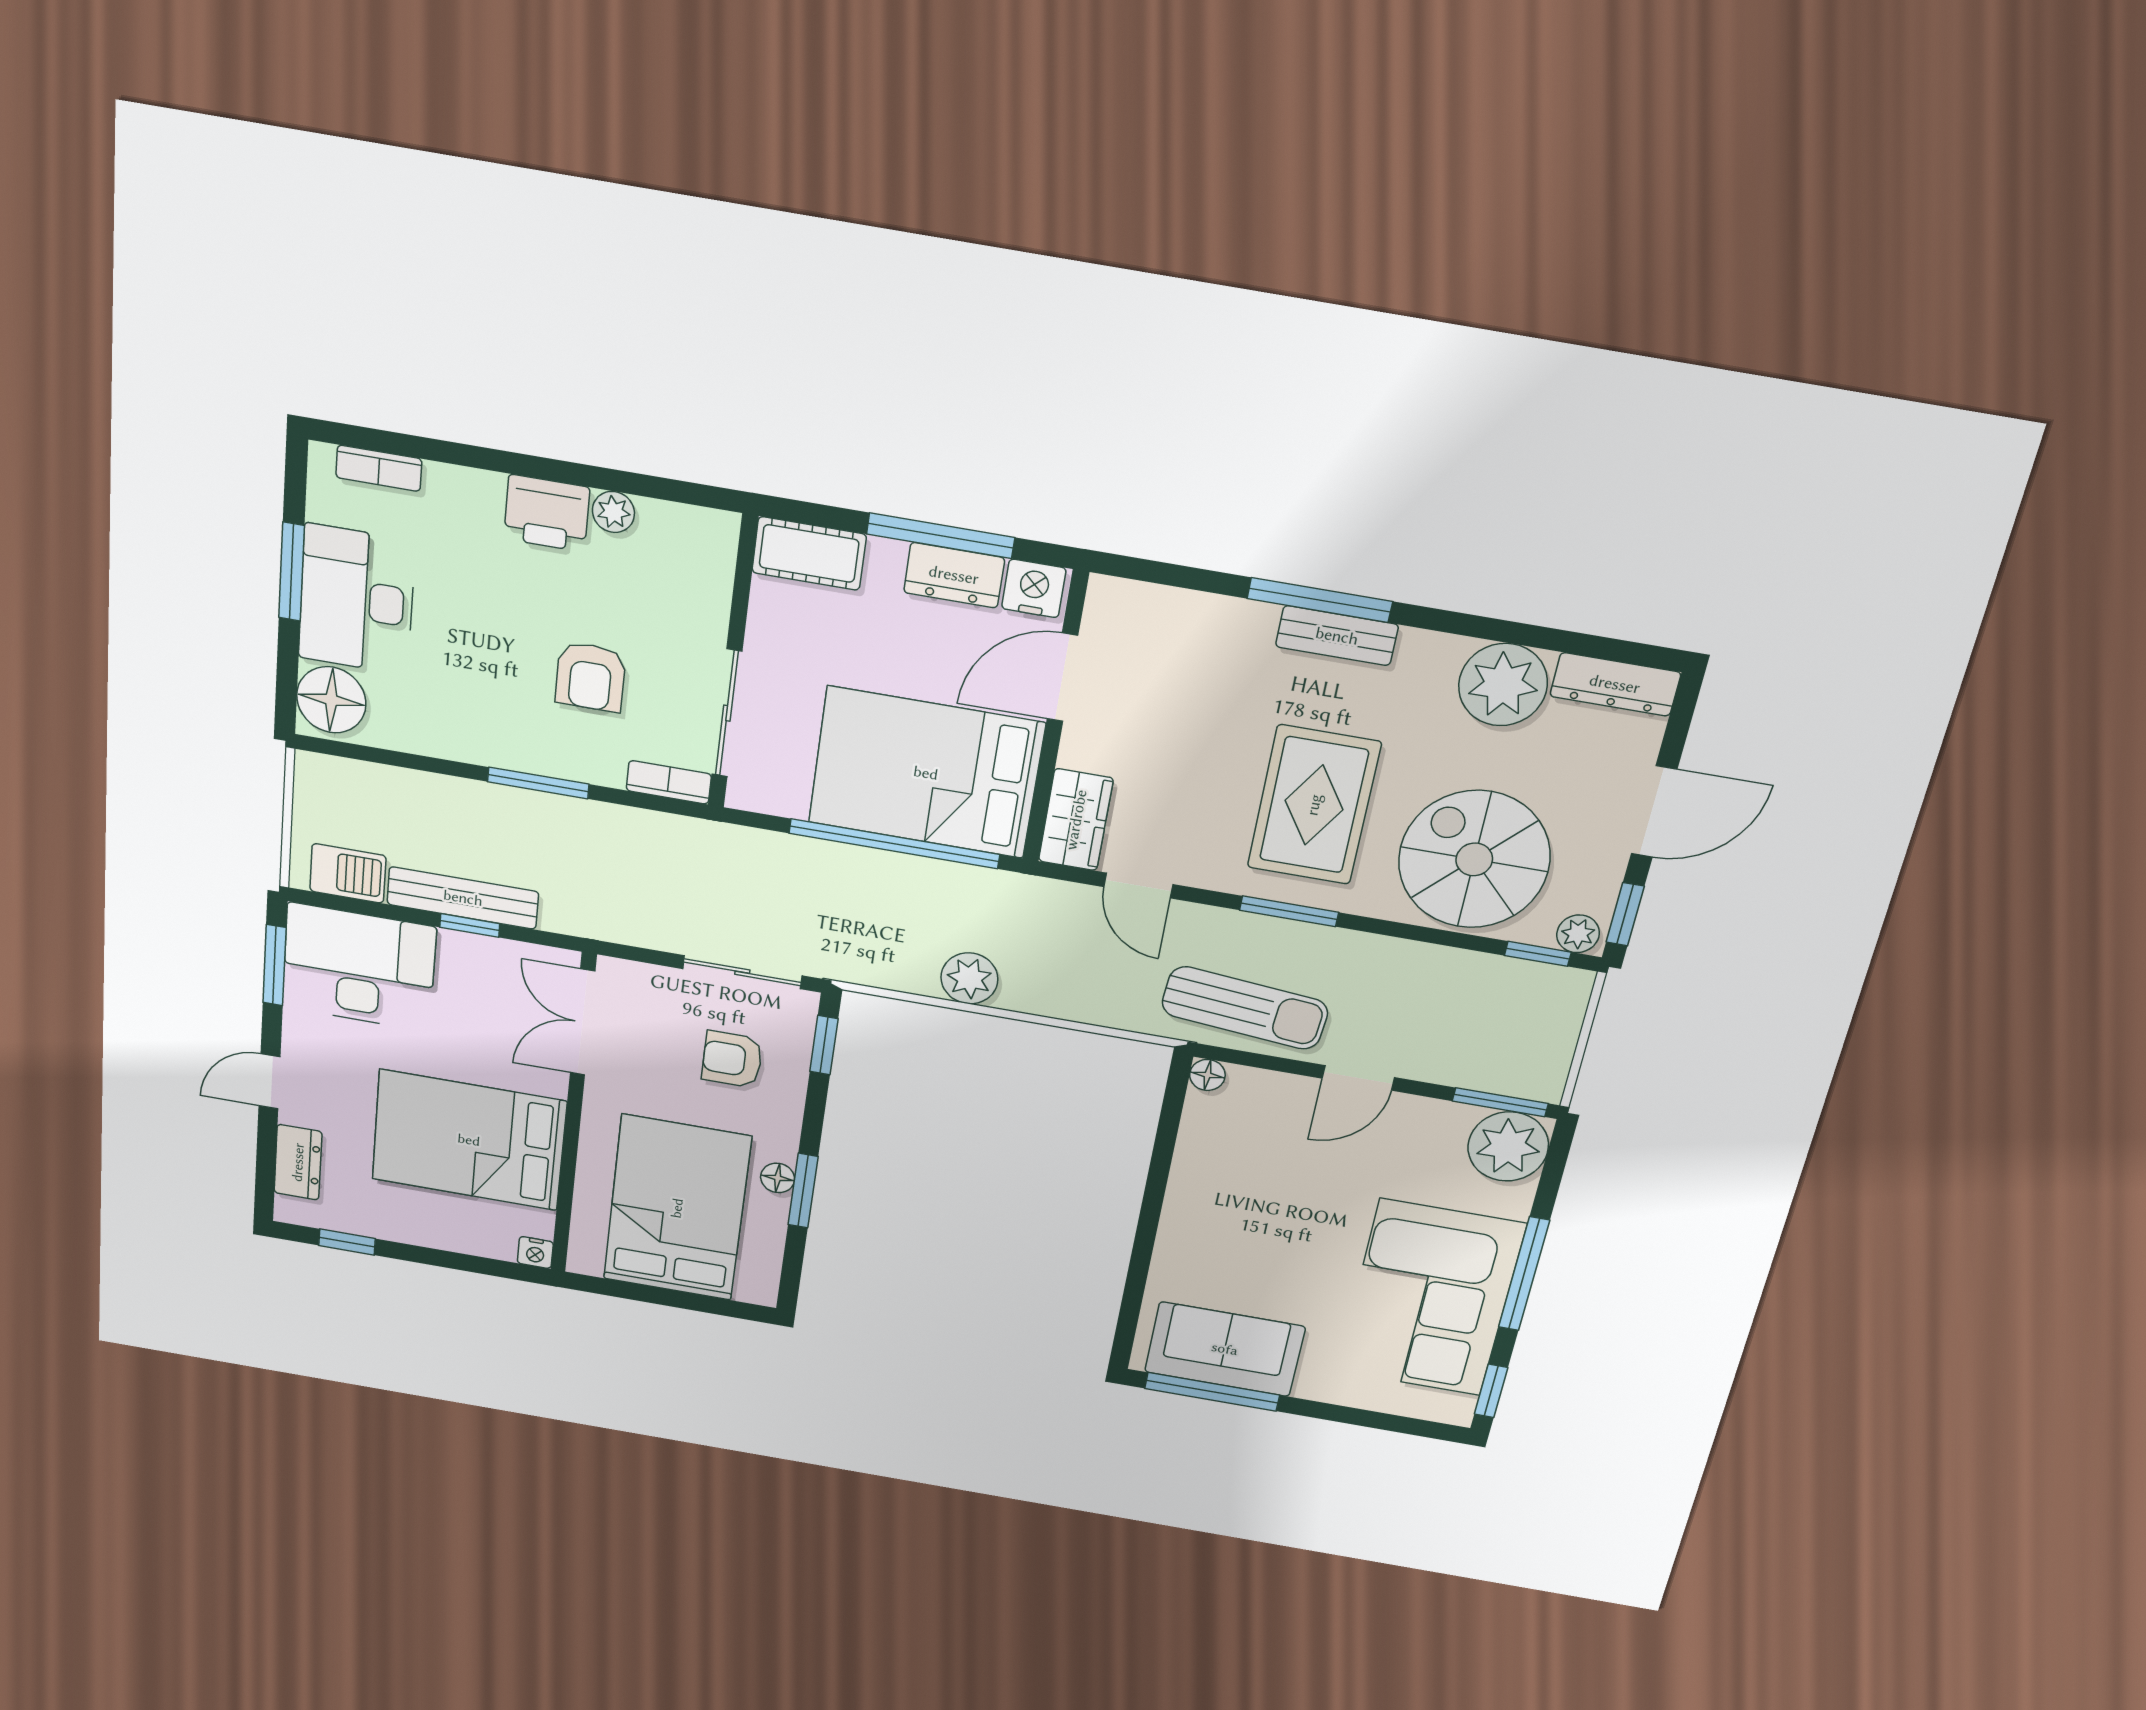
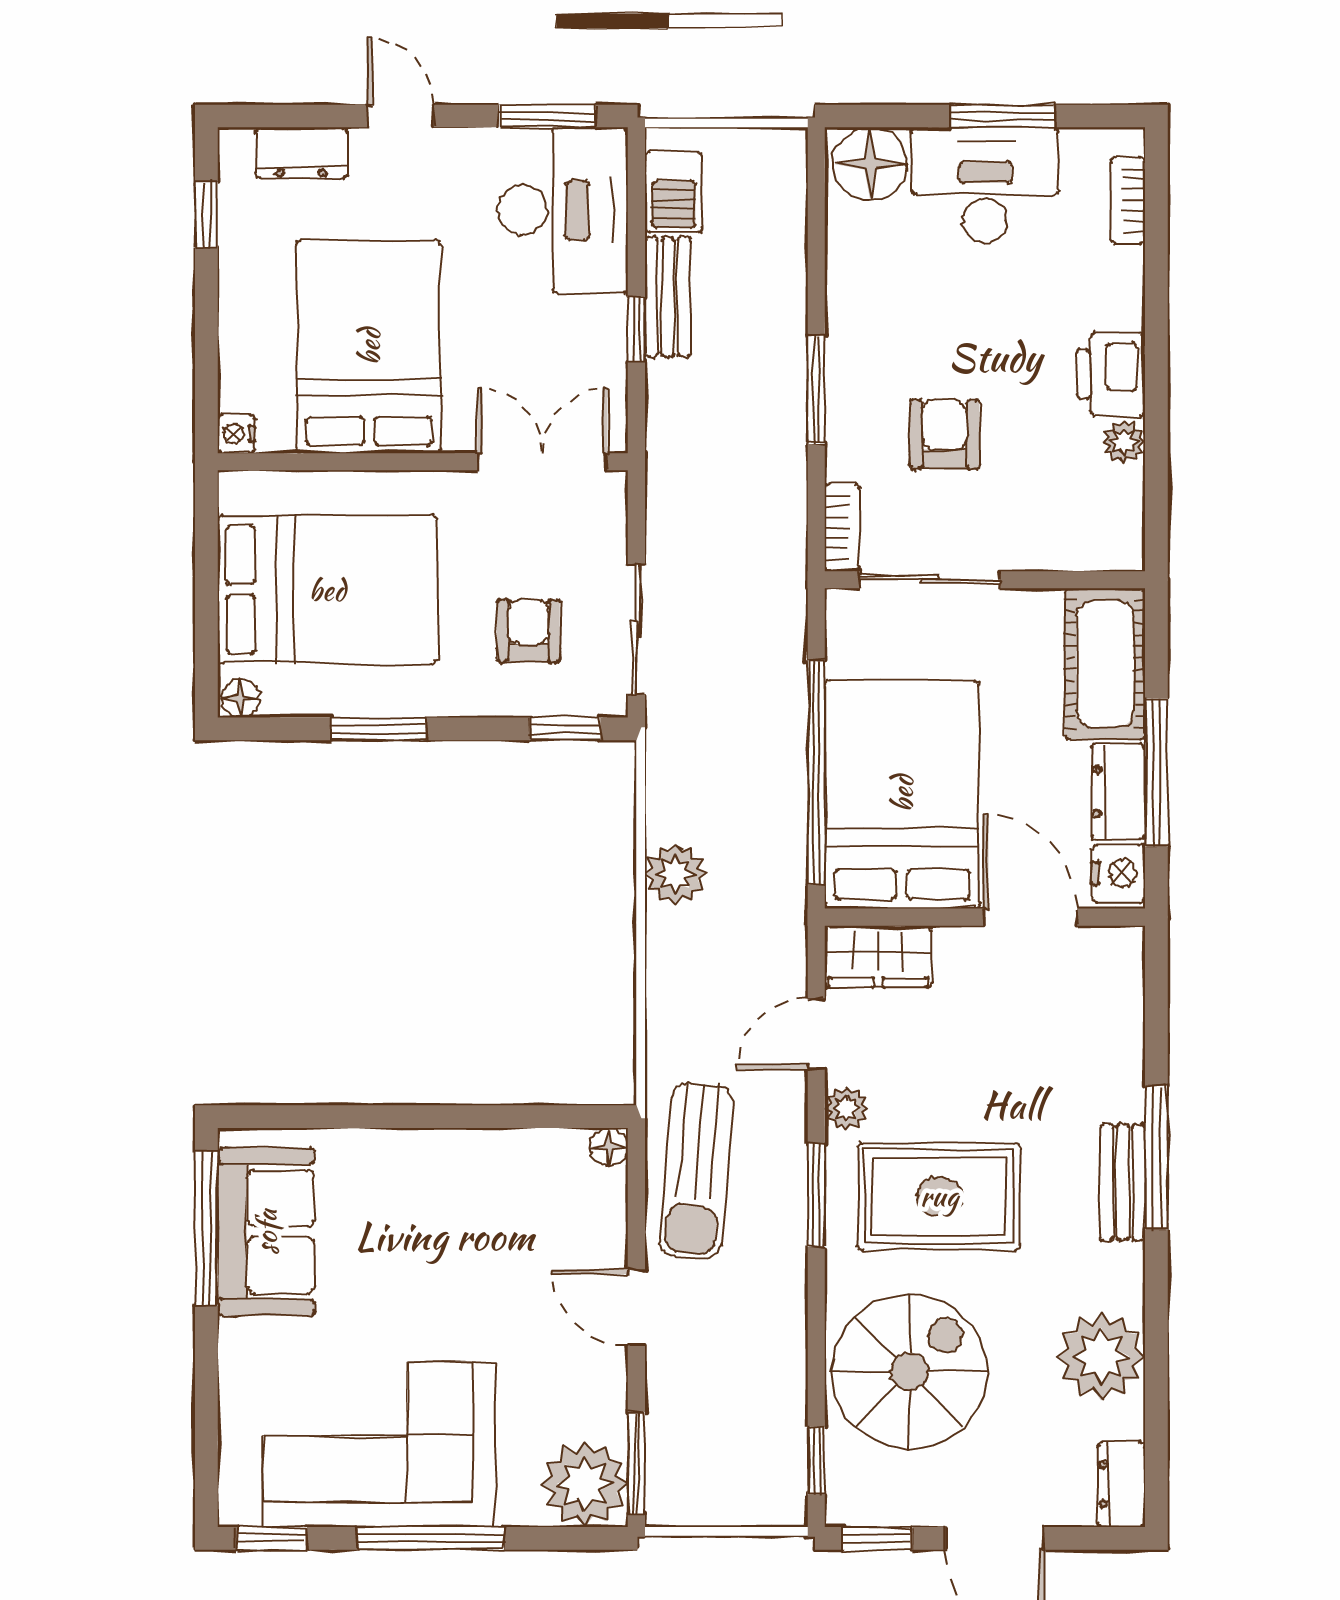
cot: (809, 553) -> (1105, 664), width x1.37, depth x1.34
armchair: (590, 677) -> (945, 434), turned 90
dresser: (1615, 684) -> (1121, 1485), width x0.70
bench: (463, 898) -> (668, 297), width x0.73
plant: (1578, 934) -> (846, 1109), moved
floor lamp: (778, 1178) -> (241, 698), moved

